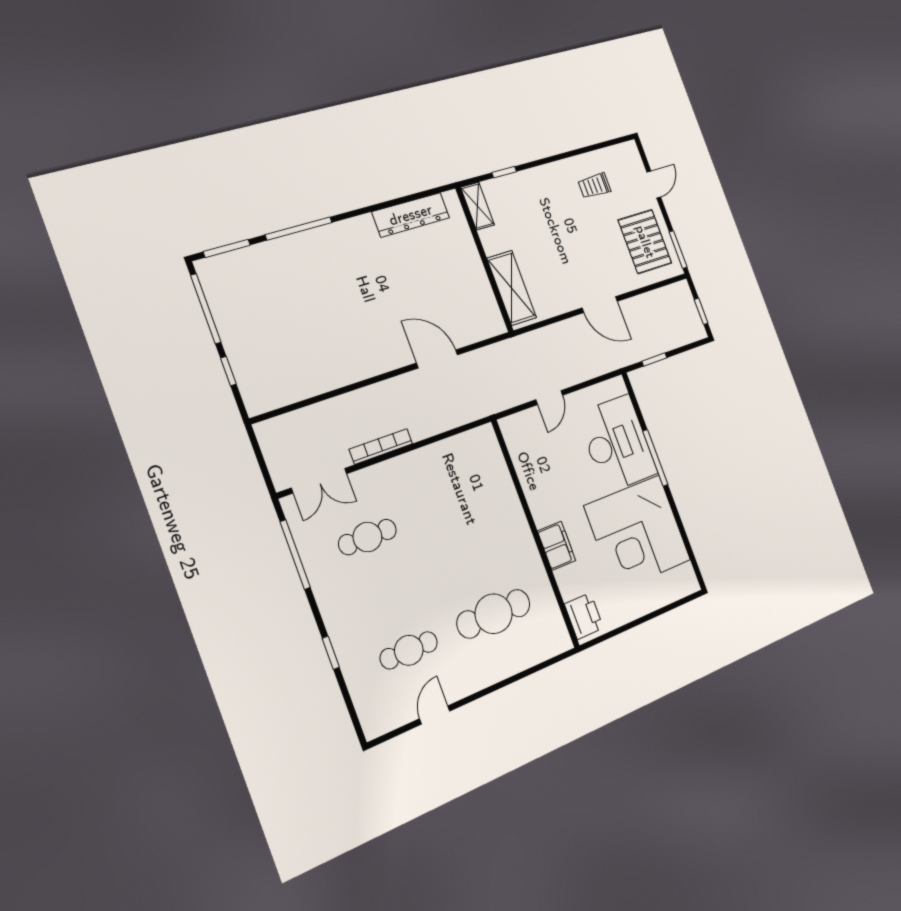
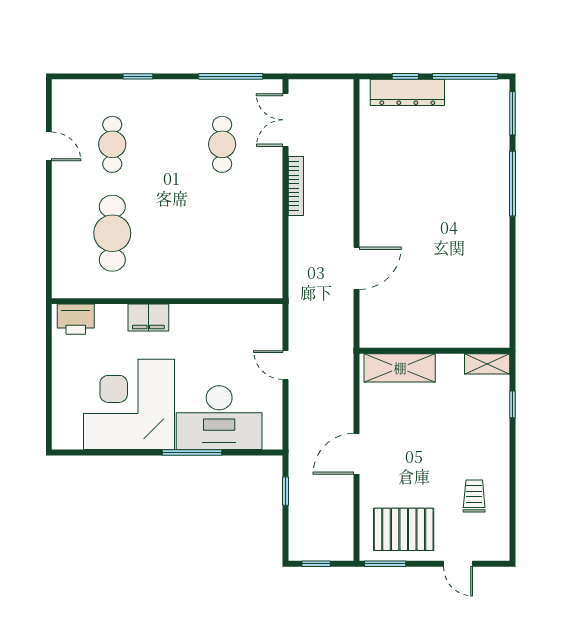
dresser: (411, 215) -> (407, 92), moved, turned -90

